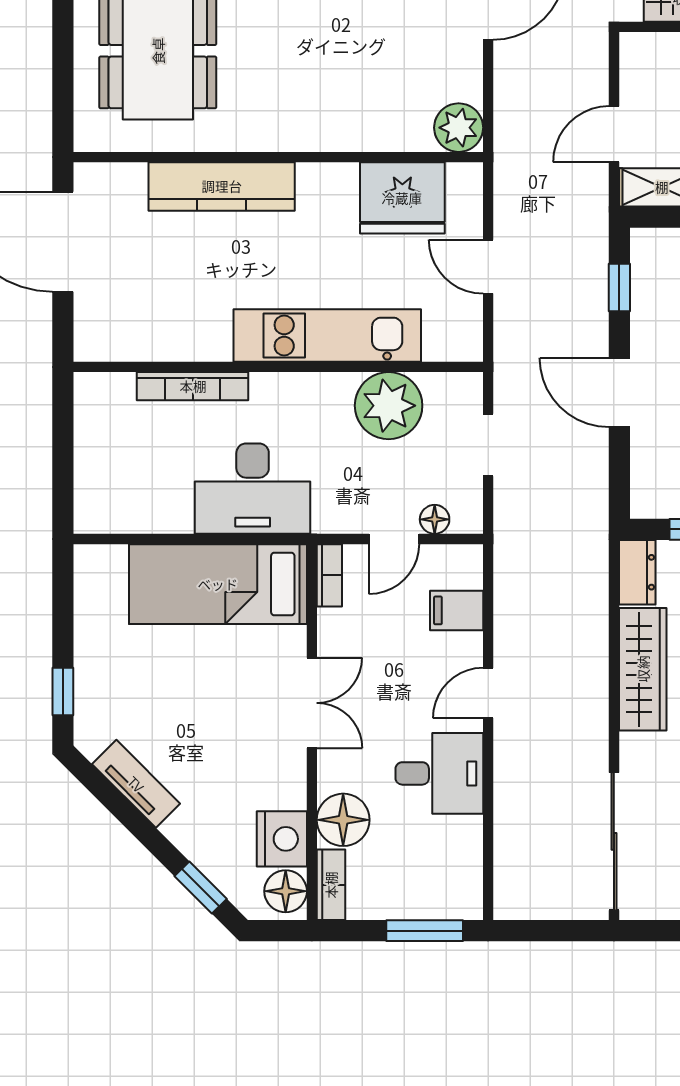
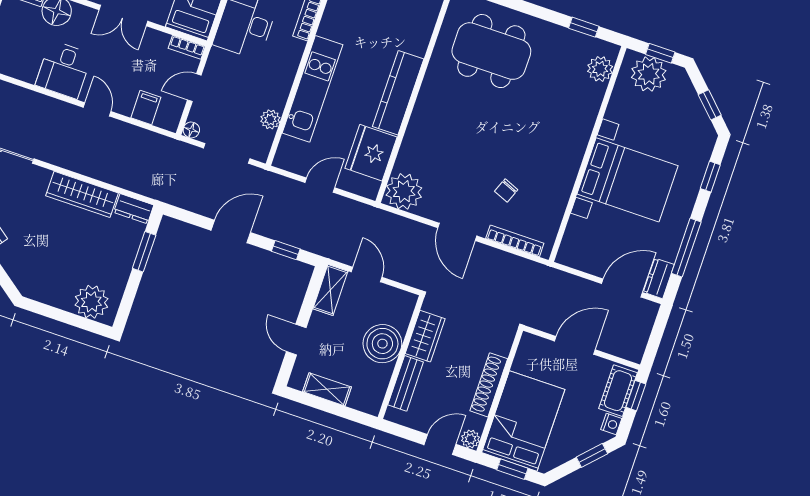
plant: (459, 128) -> (404, 191), width x1.36, depth x1.36
kitchen counter: (222, 186) -> (398, 93), moved
plant: (389, 406) -> (270, 119), width x0.53, depth x0.53
doorway: (488, 445) -> (227, 153), width x1.38
floor lamp: (435, 519) -> (191, 130), moved
door: (394, 539) -> (194, 88), hinge flipped

